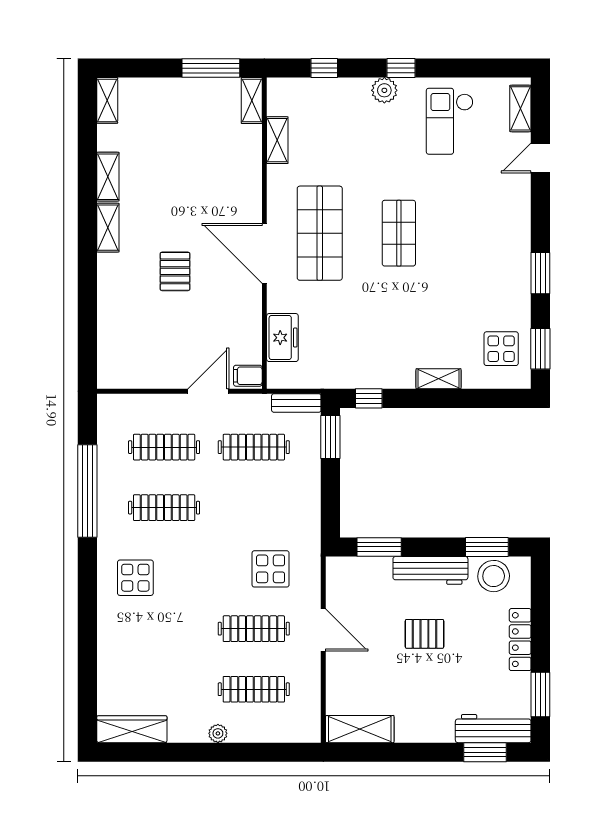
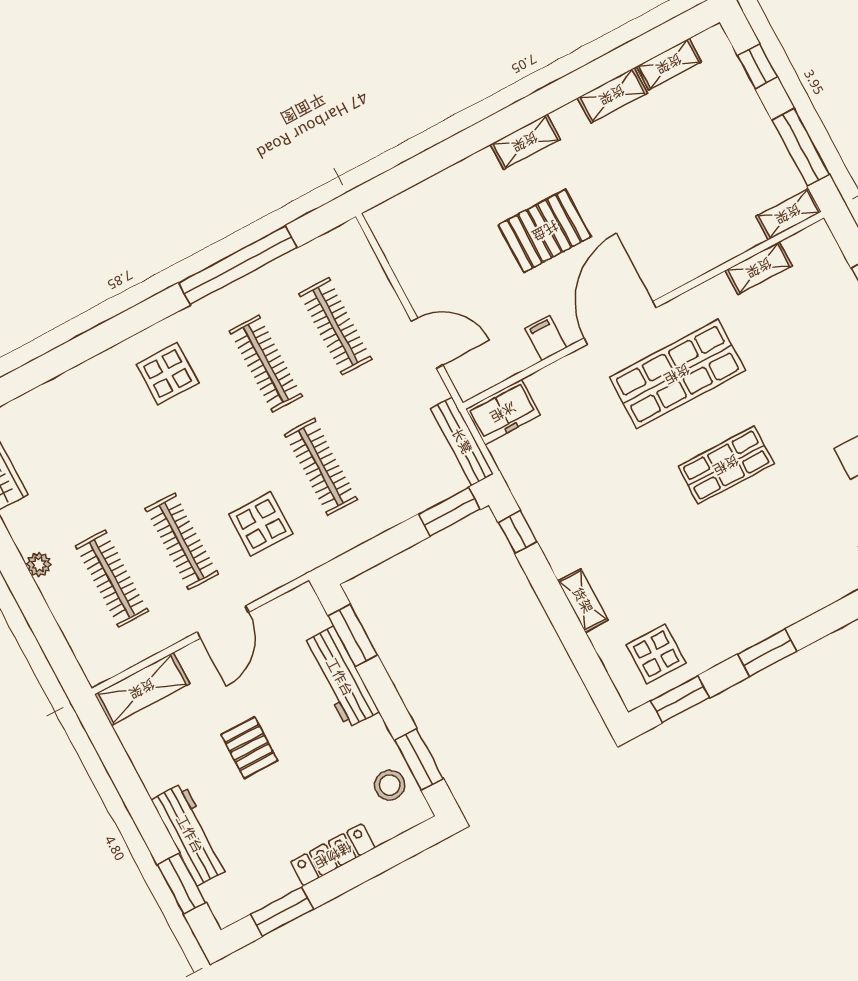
window: (141, 68) -> (757, 66), added
shelving: (107, 100) -> (669, 64), moved
shelving: (108, 228) -> (525, 142), moved
pallet: (175, 271) -> (545, 231), width x1.50, depth x1.42
freezer: (282, 338) -> (503, 412), moved
filing cabinet: (248, 376) -> (546, 338), moved
bench: (296, 403) -> (462, 441), width x1.36
clothes rail: (254, 447) -> (321, 467), moved
workbench: (430, 570) -> (340, 677), moved
stool: (494, 576) -> (390, 785), width x0.73, depth x0.73
pallet: (424, 634) -> (249, 748), moved
shelving: (360, 729) -> (142, 689), moved, turned 90
workbench: (493, 729) -> (190, 834), moved

